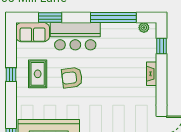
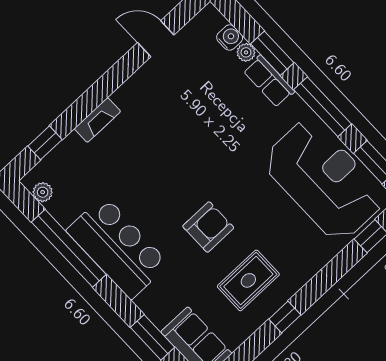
bar counter: (75, 36) -> (118, 247), moved
armchair: (72, 78) -> (208, 227), turned -83

